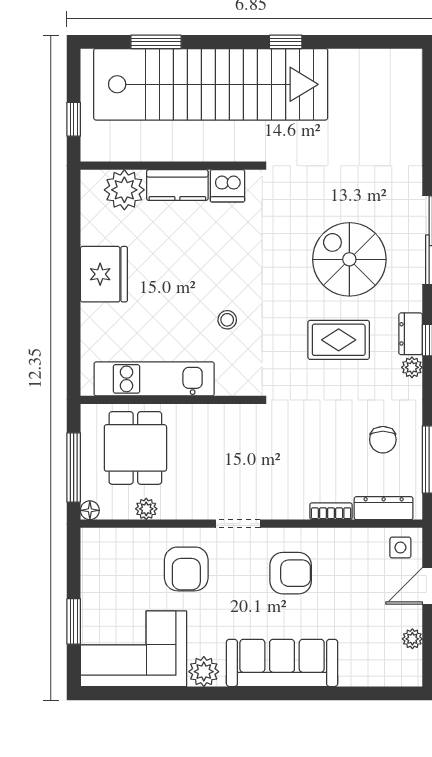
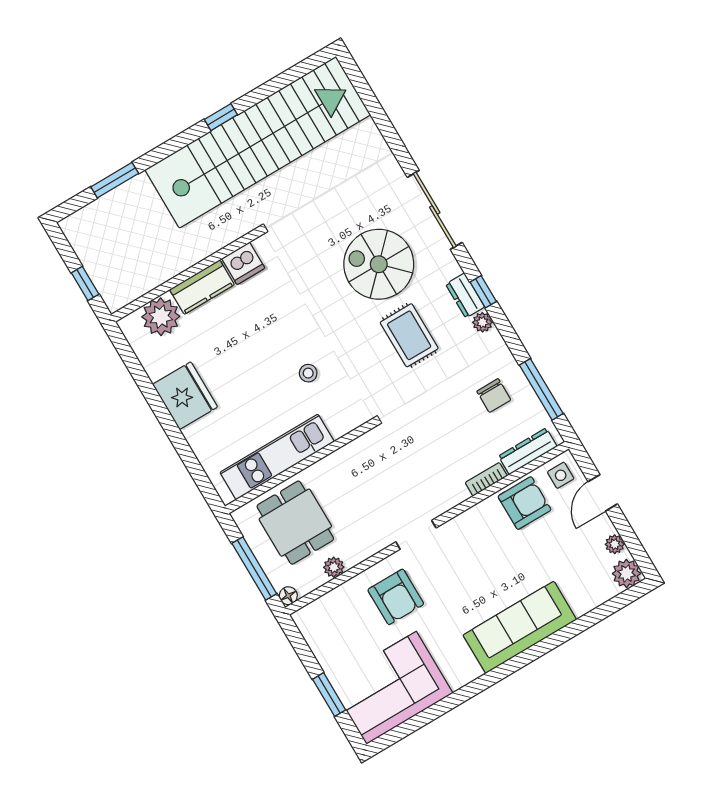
stairs: (211, 84) -> (258, 142), moved
rug: (339, 340) -> (409, 335), turned 90
armchair: (291, 573) -> (524, 503), moved
plant: (204, 672) -> (626, 573), moved

